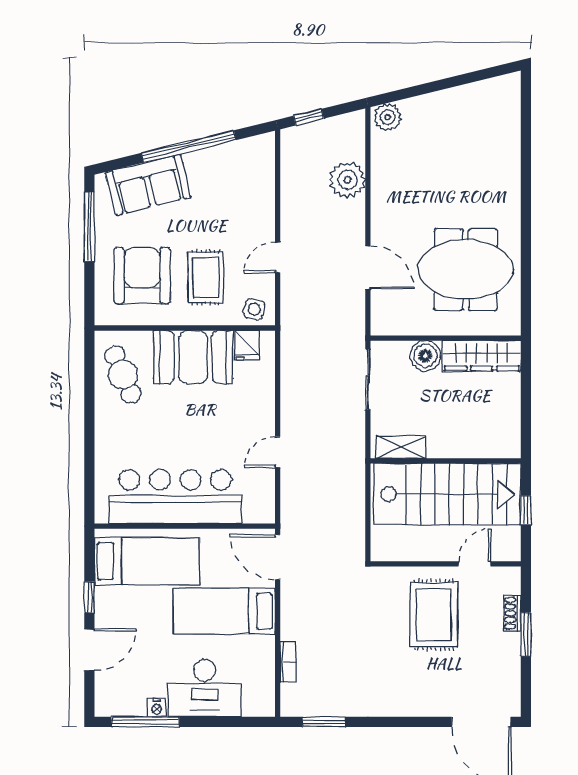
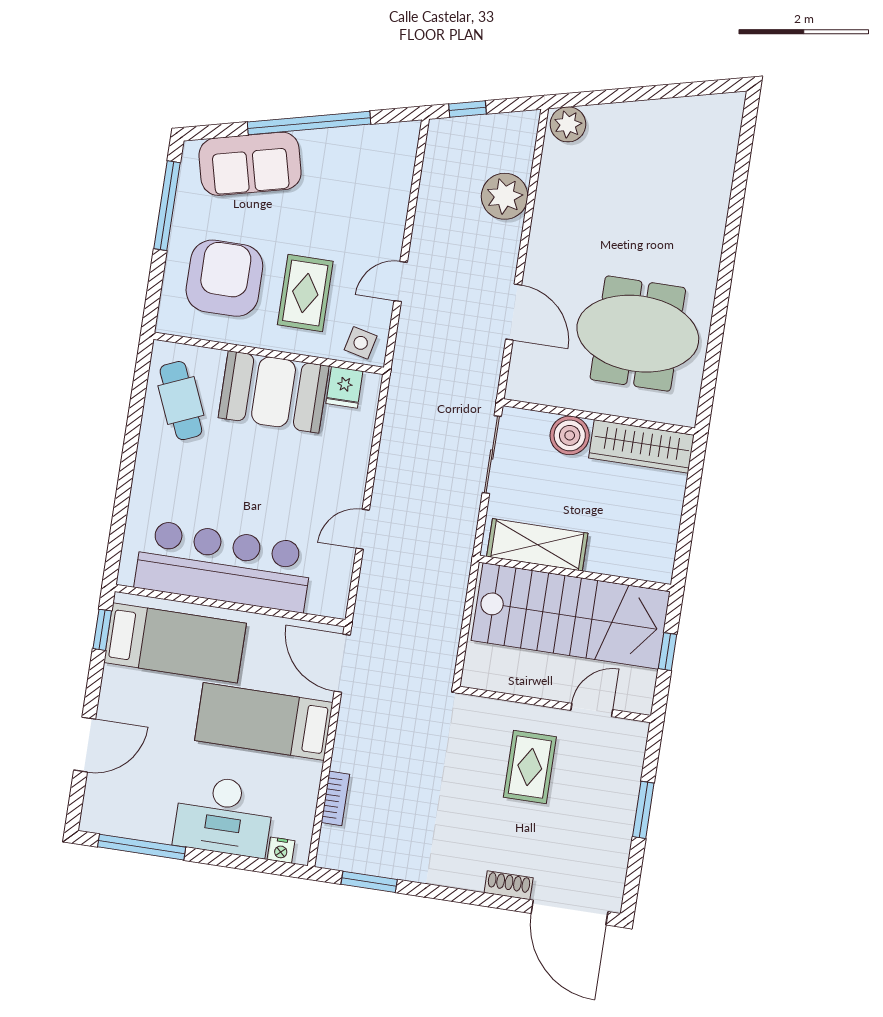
shelving: (401, 447) -> (537, 545), width x1.50, depth x1.33
window: (89, 597) -> (102, 630), moved
shoe rack: (512, 613) -> (509, 885), moved, turned 90
rug: (434, 615) -> (530, 767), width x0.73, depth x0.70
nightstand: (157, 708) -> (281, 850), moved

